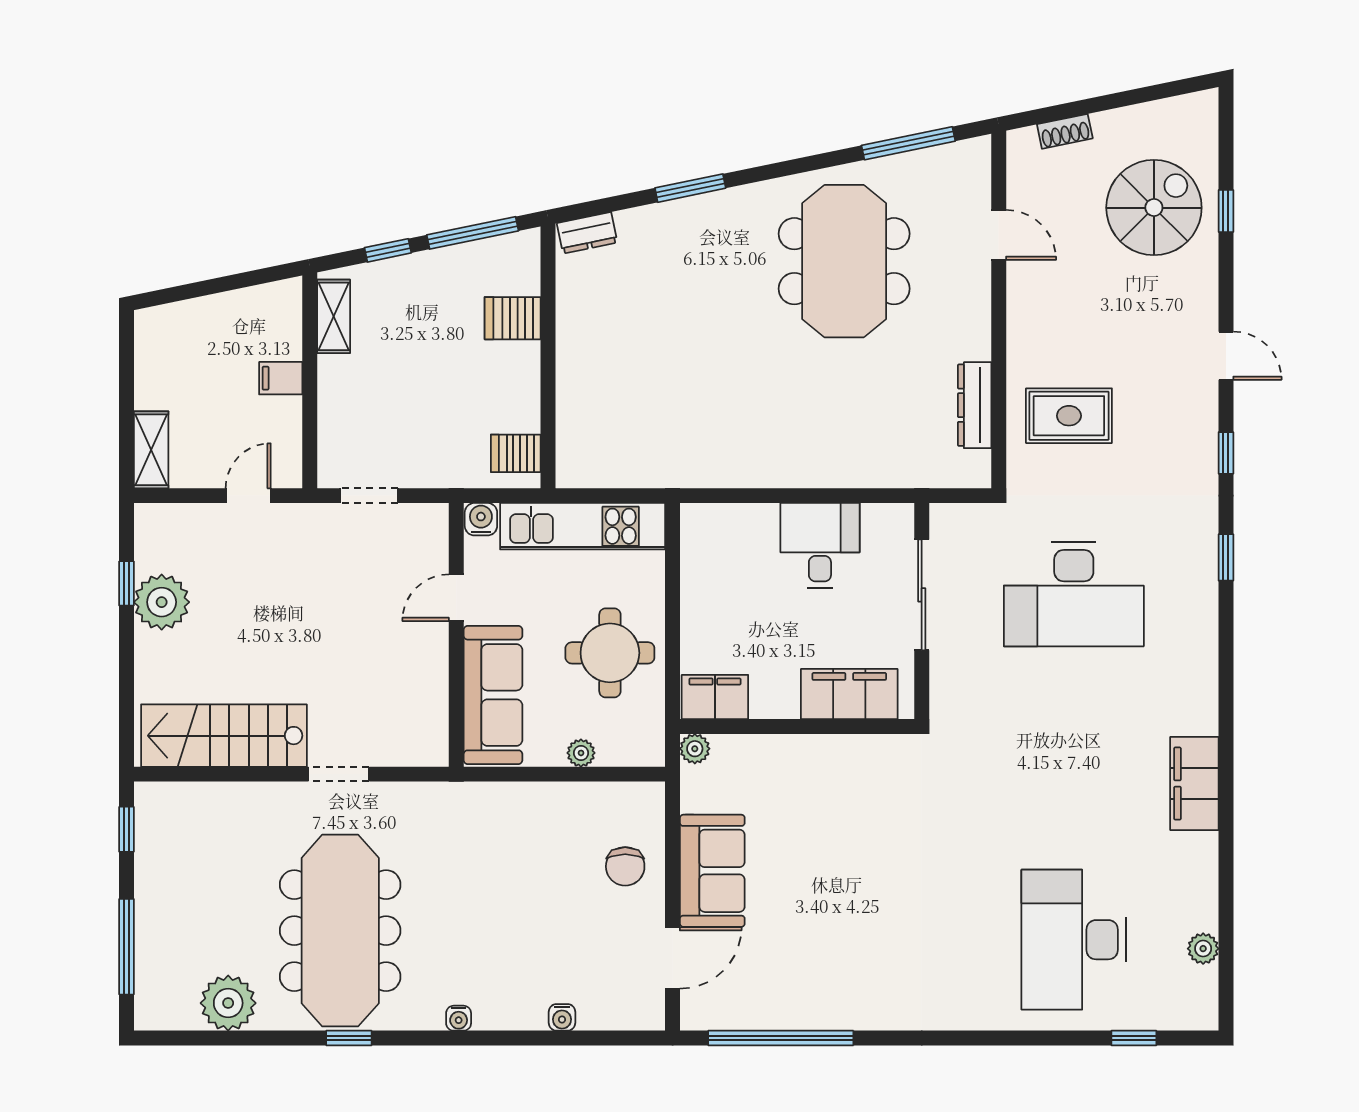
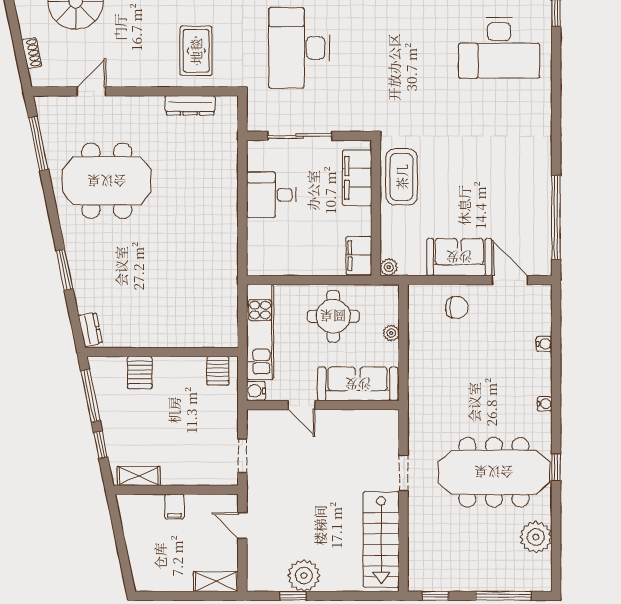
desk: (1074, 594) -> (299, 48), turned 180
coffee table: (851, 771) -> (402, 177), added

